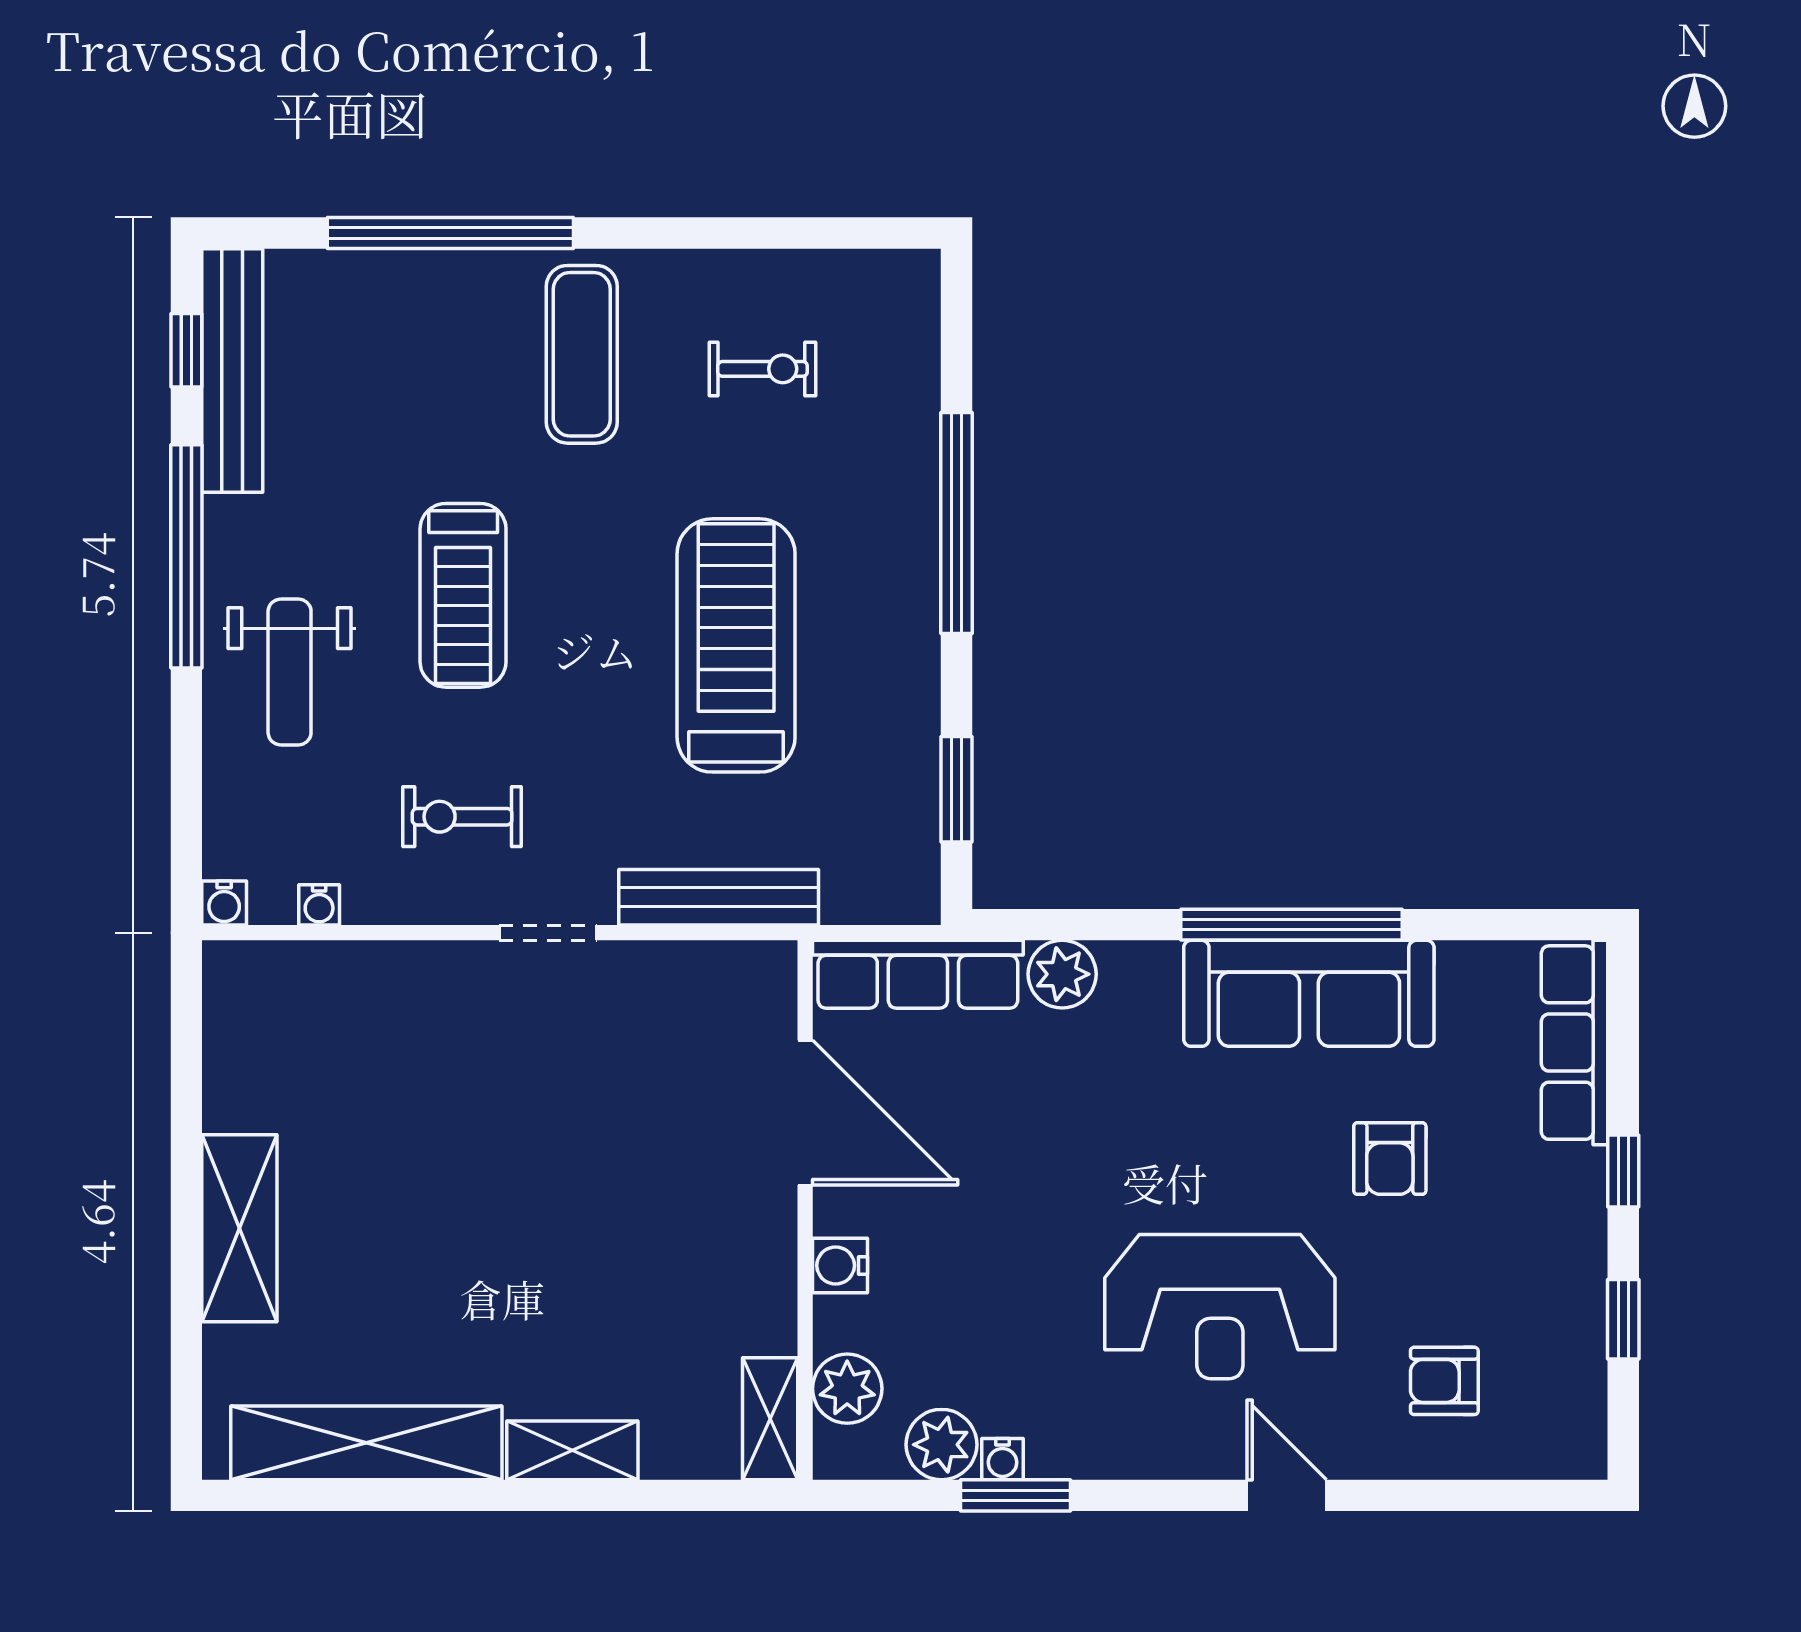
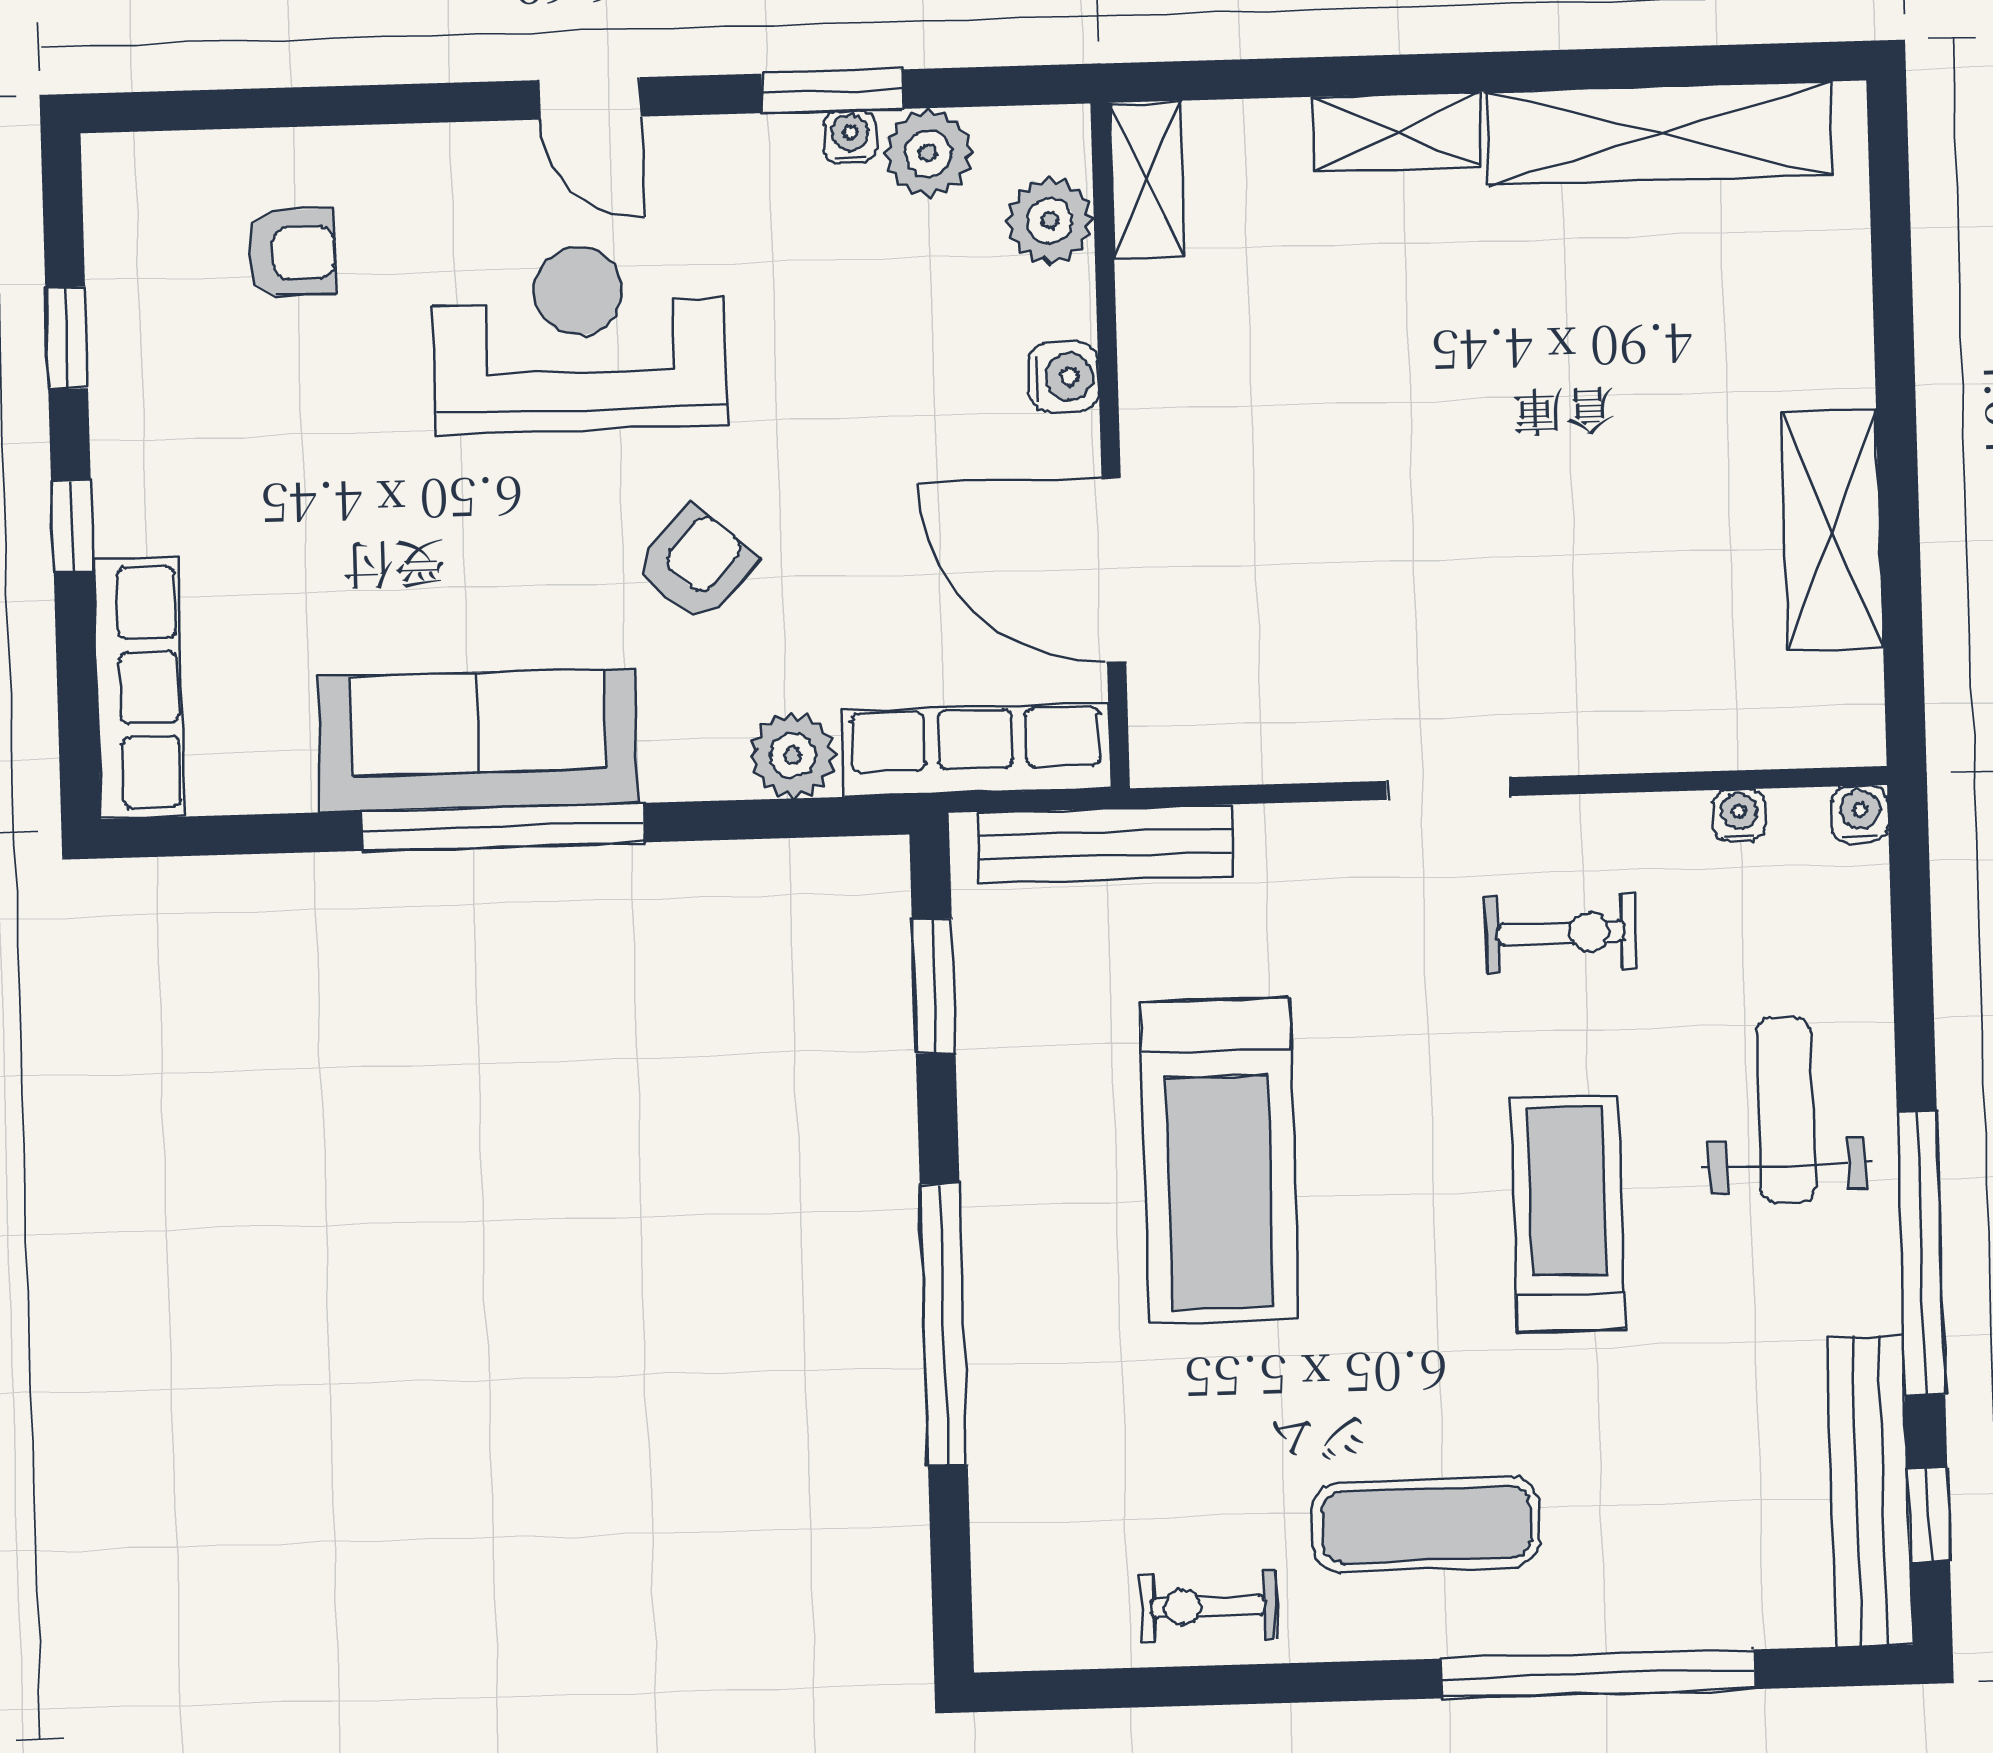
exercise mat: (582, 354) -> (1426, 1525), turned 90
exercise bike: (763, 369) -> (1208, 1606), moved
bench: (719, 897) -> (1105, 844), moved
armchair: (1390, 1159) -> (695, 564), moved, turned 42
shelving: (239, 1228) -> (1832, 530), moved
door: (1287, 1495) -> (590, 98), moved

